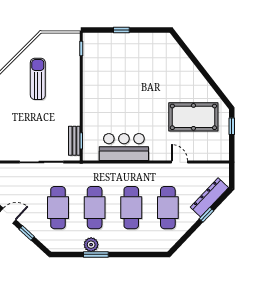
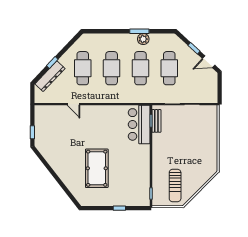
sun lounger: (38, 79) -> (175, 185), moved
pool table: (193, 117) -> (97, 168), moved, turned 90
bar counter: (124, 147) -> (139, 124), moved, turned 90

